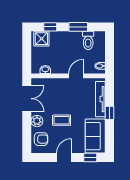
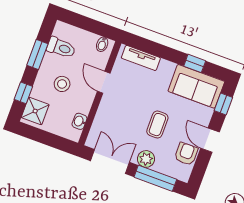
stool: (65, 50) -> (62, 84), added
tv unit: (100, 99) -> (141, 58), width x0.71
window: (110, 113) -> (195, 63), moved
window: (27, 132) -> (155, 178), added
armchair: (41, 139) -> (186, 154), moved

